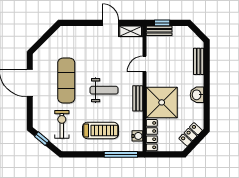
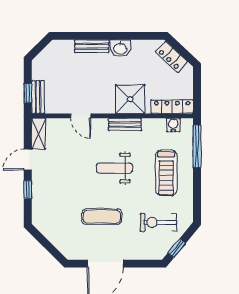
window: (87, 23) -> (28, 190), added
bench: (199, 61) -> (92, 46), moved
exercise mat: (66, 80) -> (102, 217), width x0.73, depth x0.69
weight bench: (104, 90) -> (114, 168), turned -90
shower: (162, 102) -> (130, 99), width x0.73, depth x0.73
treadmill: (100, 130) -> (166, 173), turned 180

